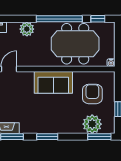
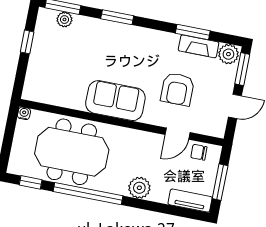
armchair: (92, 94) -> (177, 89), moved
plant: (92, 124) -> (65, 20), width x0.53, depth x0.53
window: (47, 137) -> (117, 17), moved

